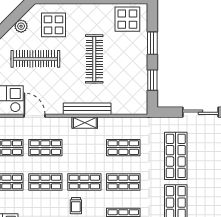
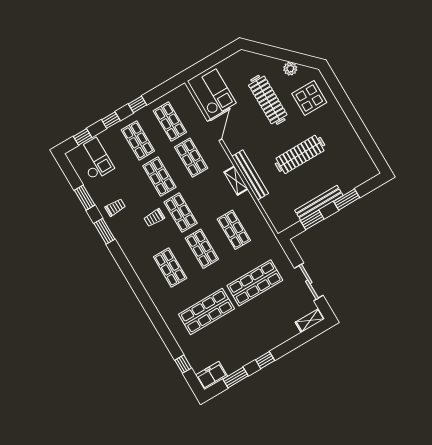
display table: (127, 19) -> (355, 163), removed
bench: (142, 67) -> (319, 203), added

